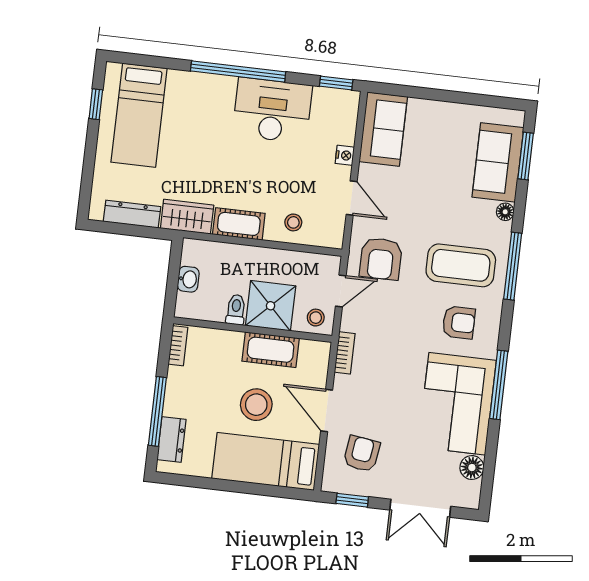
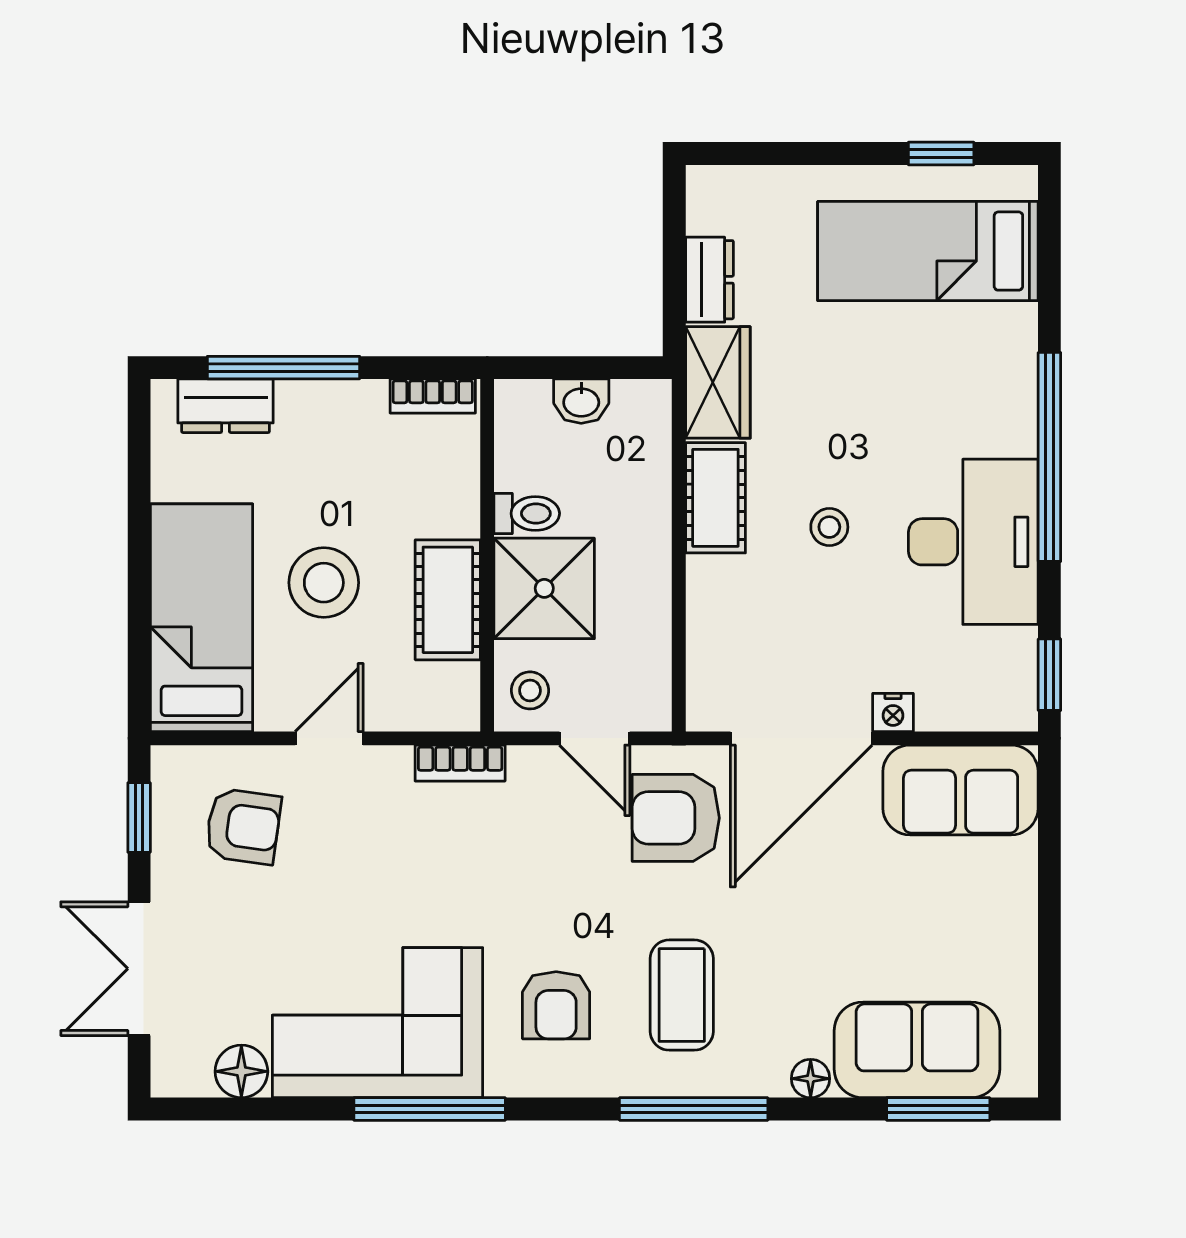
door: (352, 198) -> (801, 738), width x1.87
dresser: (132, 214) -> (709, 280), width x0.70
stool: (293, 222) -> (829, 527), moved
coffee table: (461, 265) -> (682, 995), width x0.73, depth x0.76
door: (327, 410) -> (329, 738), width x0.73

